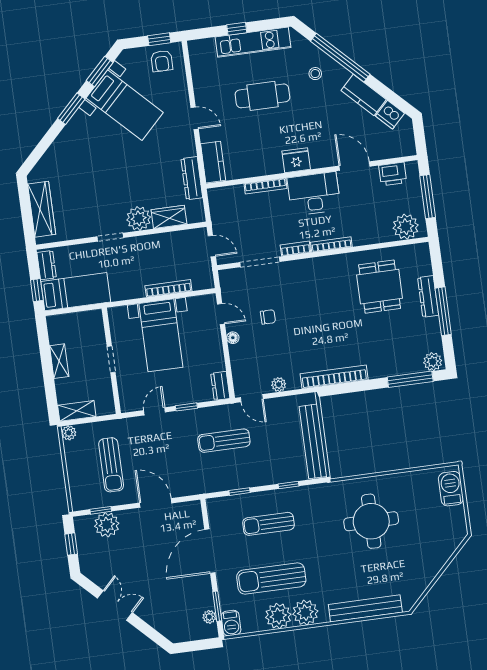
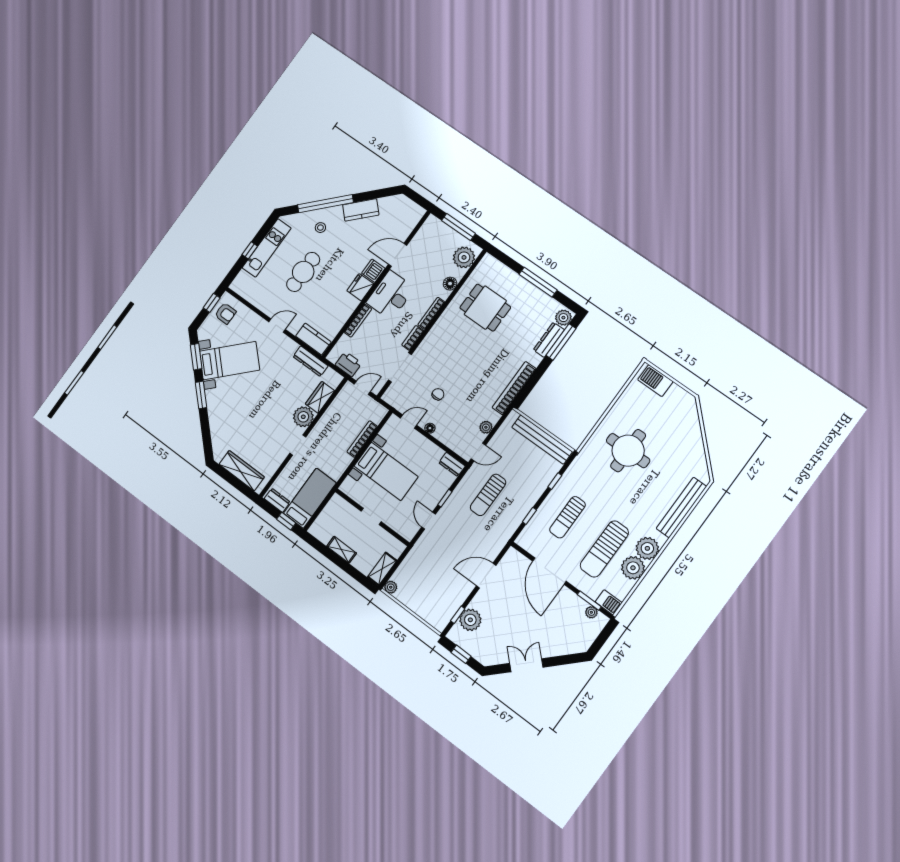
dishwasher: (390, 115) -> (373, 271), moved, turned 135
printer: (393, 174) -> (348, 364), moved, turned -90
floor lamp: (372, 236) -> (450, 284), added
dresser: (428, 296) -> (549, 340), moved, turned 90
sun lounger: (111, 465) -> (436, 580), removed

